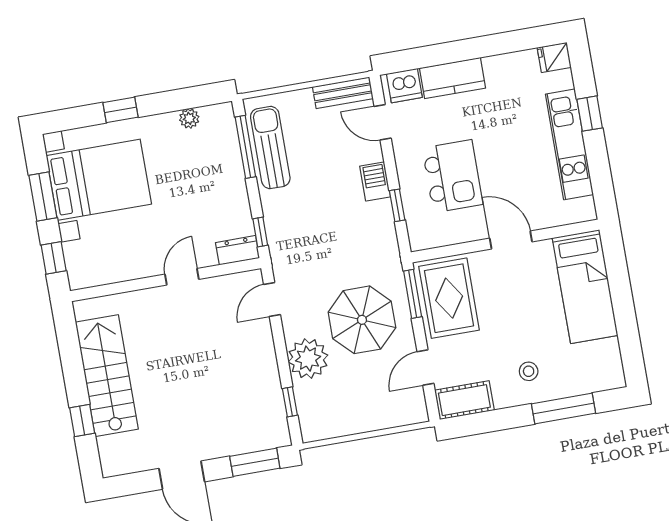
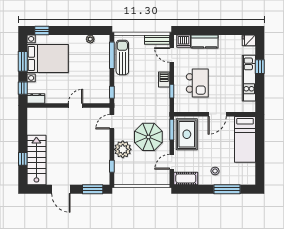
window: (120, 110) -> (42, 31), moved
door: (511, 240) -> (217, 114), swing flipped
dresser: (238, 250) -> (36, 98), moved
stairs: (107, 376) -> (36, 160), moved

